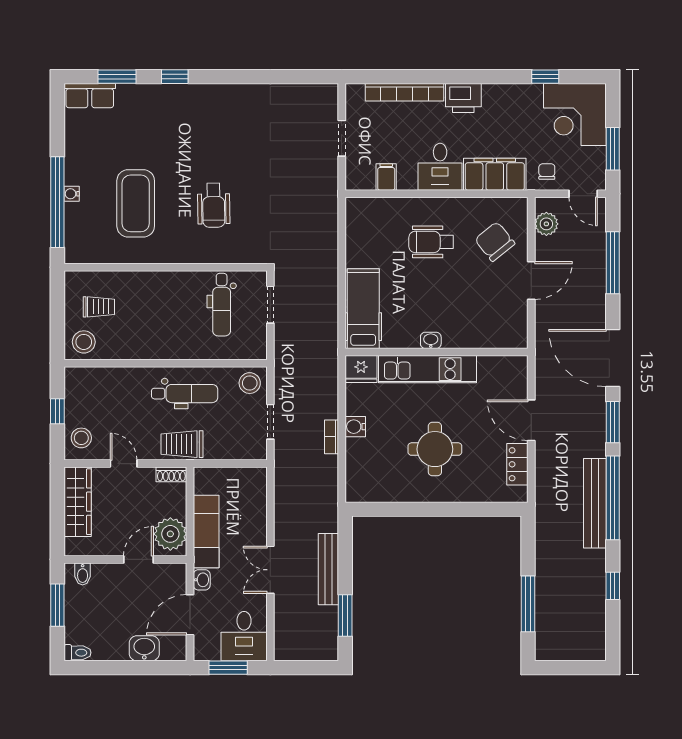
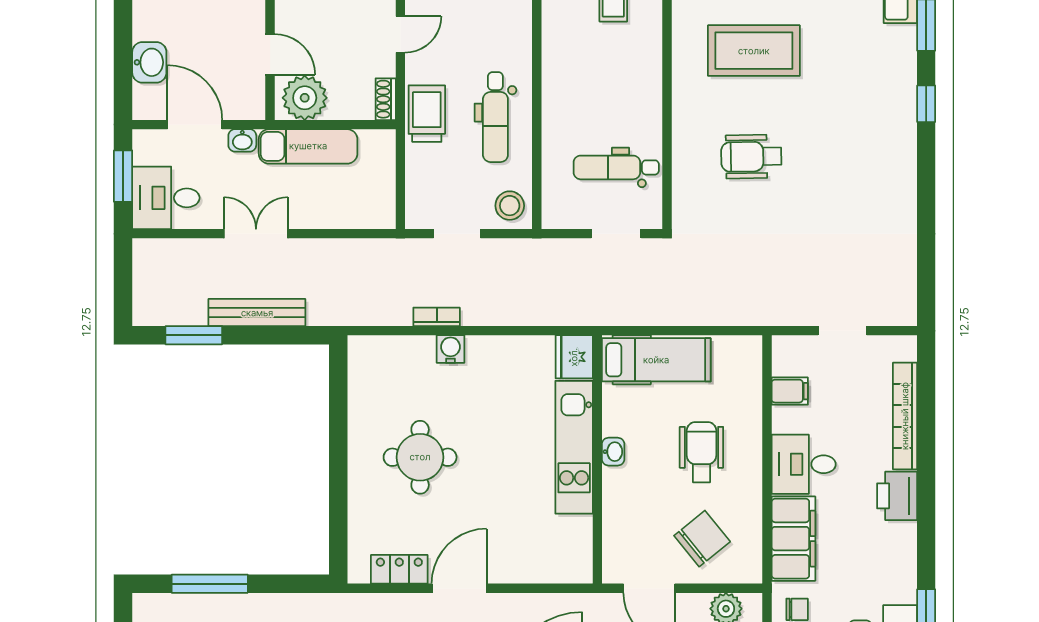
hospital bed: (363, 309) -> (656, 360), moved
washbasin: (431, 340) -> (613, 452), moved
wall: (437, 352) -> (597, 459), moved
fridge: (361, 369) -> (574, 357), moved
kitchen unit: (428, 369) -> (574, 447), moved

